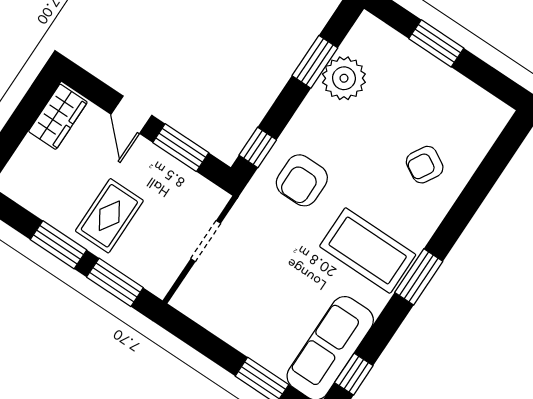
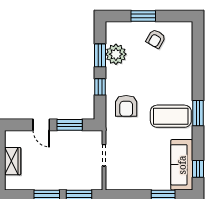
wardrobe: (58, 117) -> (13, 161), moved
window: (258, 147) -> (100, 87), moved
armchair: (425, 165) -> (156, 39), moved
rug: (109, 216) -> (59, 171), removed

